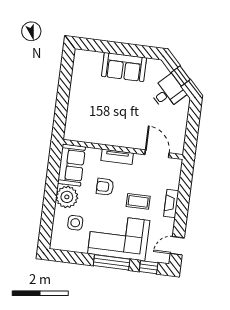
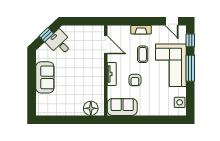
floor lamp: (75, 123) -> (91, 108), added
door: (157, 154) -> (106, 45), swing flipped
plant: (67, 197) -> (146, 107), removed
side table: (75, 223) -> (180, 102), moved

